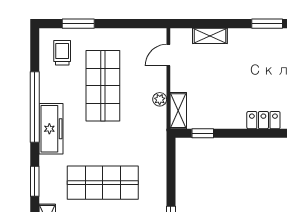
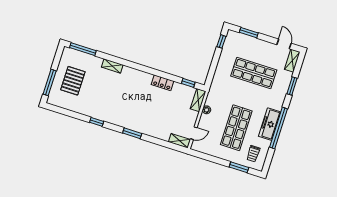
shelving: (210, 36) -> (179, 141), moved
locker: (263, 120) -> (163, 83), moved
freezer: (51, 129) -> (270, 124), moved

